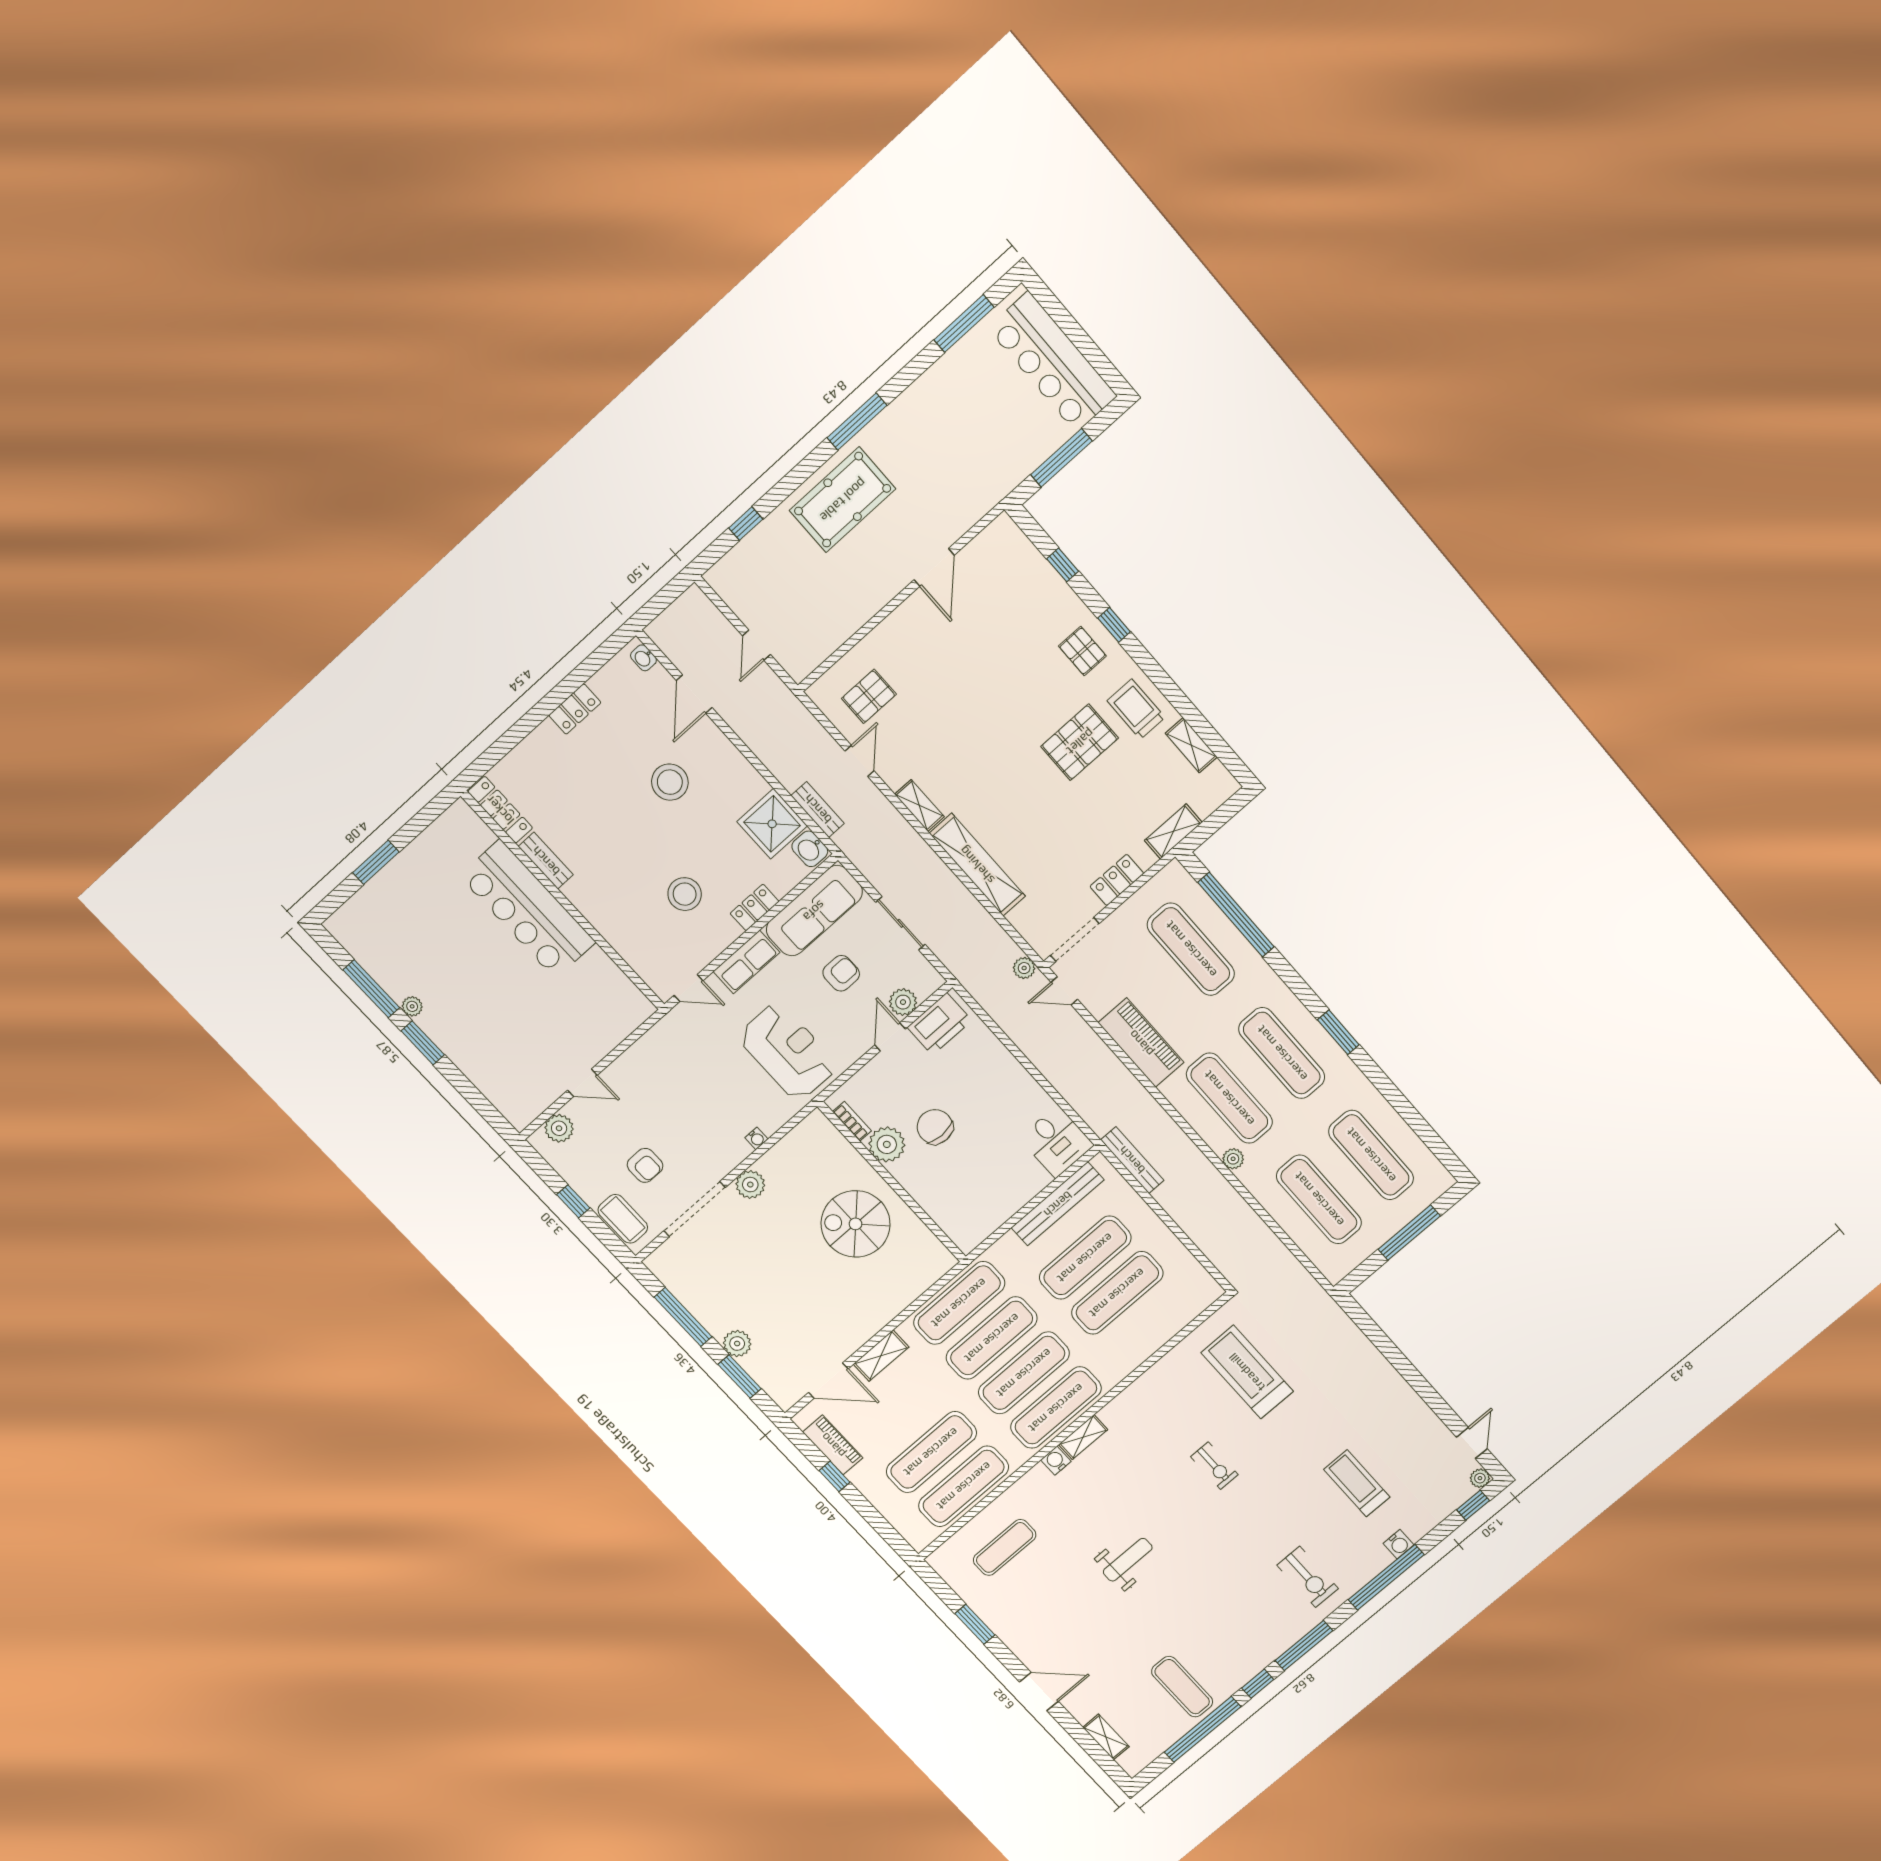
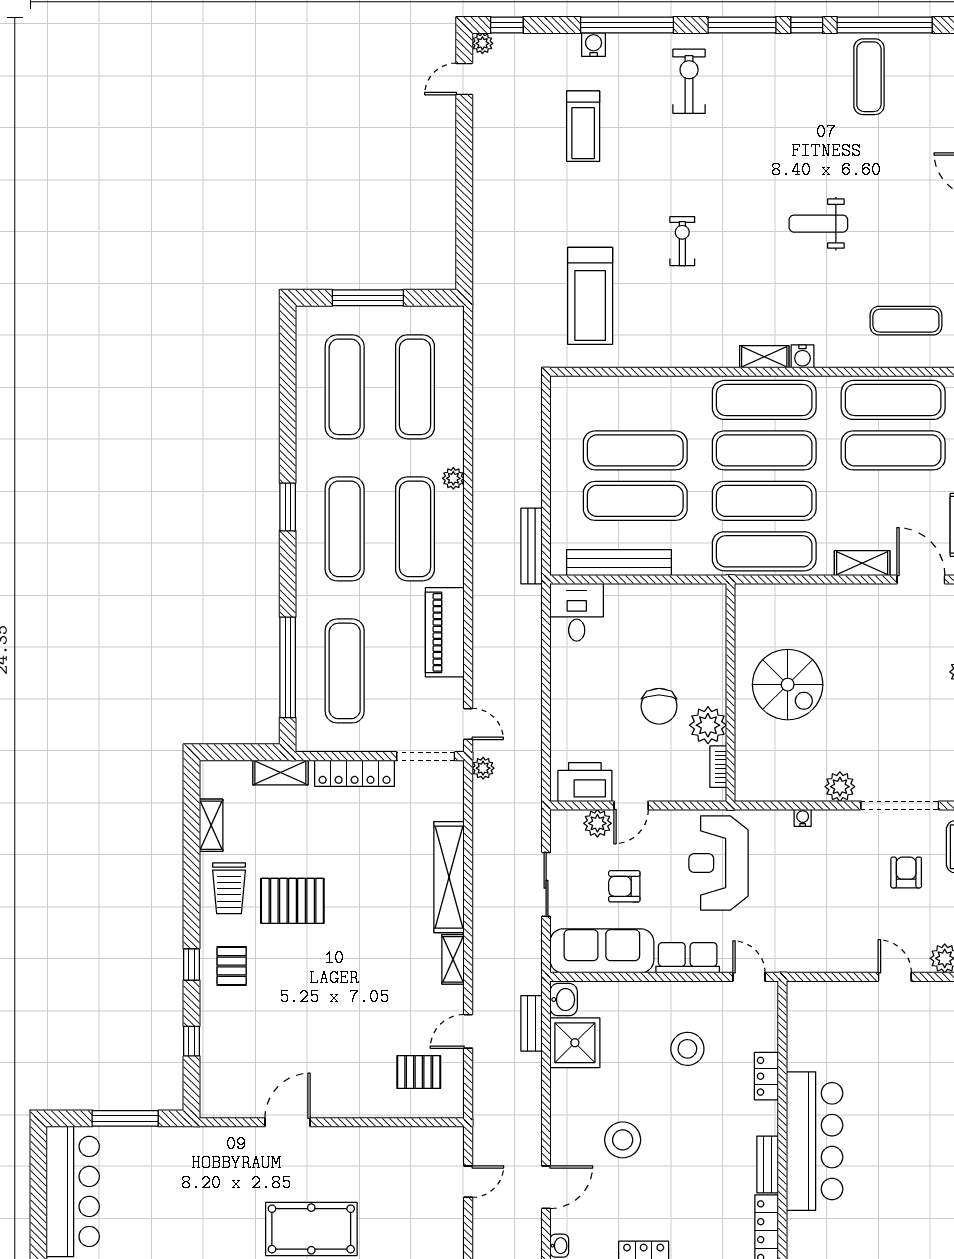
locker: (1117, 880) -> (355, 773), width x1.53
locker: (755, 907) -> (766, 1076), moved, turned 90

